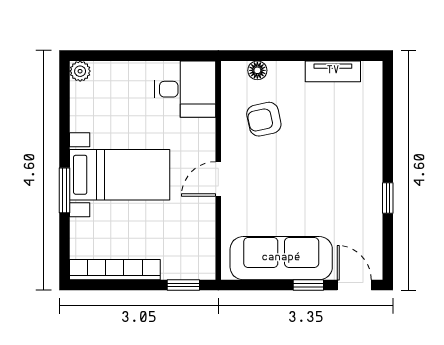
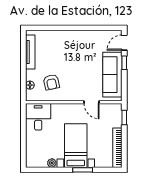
plant: (80, 71) -> (52, 163), moved
tv unit: (333, 71) -> (30, 52), width x1.41
door: (218, 179) -> (92, 102), moved
window: (388, 198) -> (86, 28), removed

